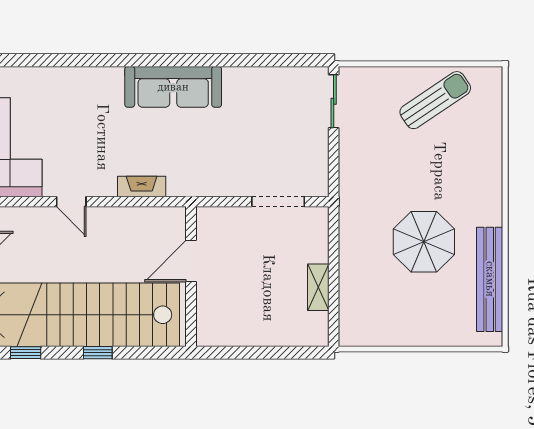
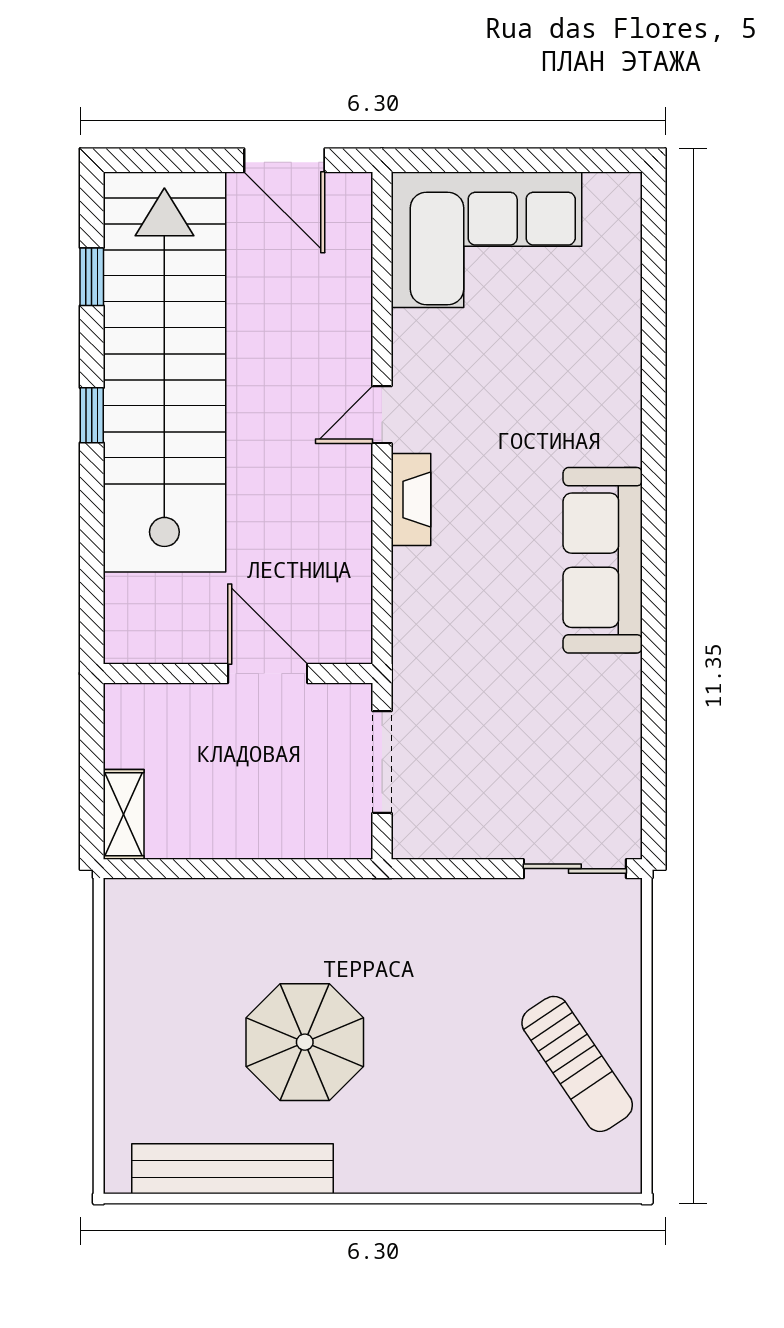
door: (71, 202) -> (382, 415), moved
door: (191, 261) -> (268, 674), moved
wall: (191, 276) -> (238, 674), moved
shelving: (318, 287) -> (124, 814), moved, turned 90

